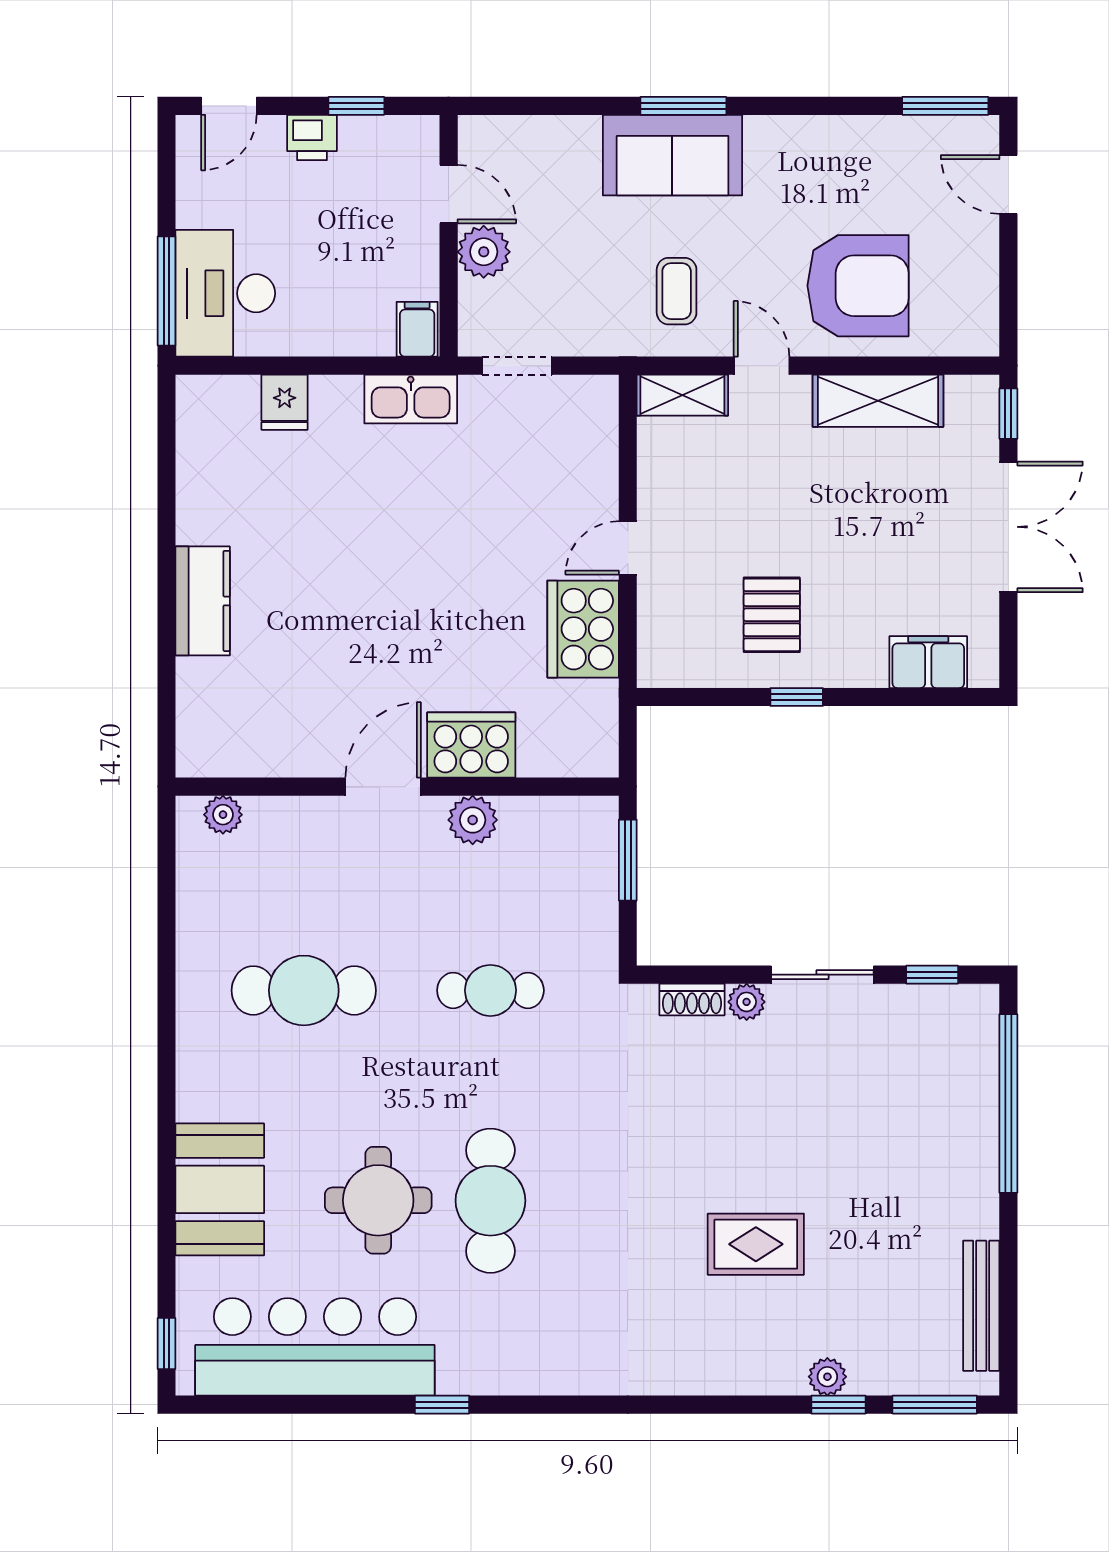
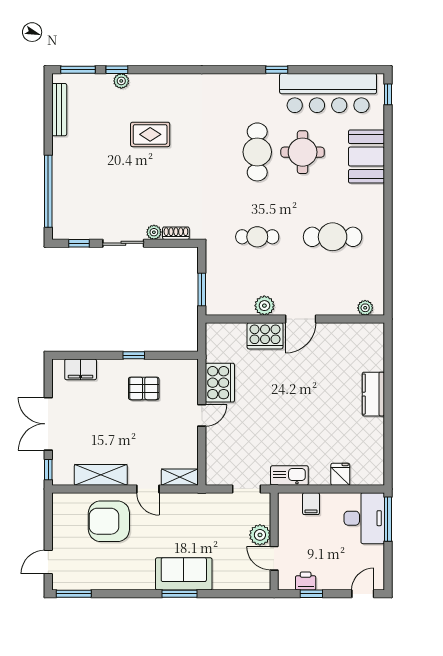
printer: (312, 137) -> (306, 581), moved
door: (1008, 184) -> (48, 562), swing flipped
coffee table: (677, 291) -> (182, 519), removed
filing cabinet: (417, 329) -> (311, 504), moved
pallet: (772, 615) -> (144, 388), turned 90

